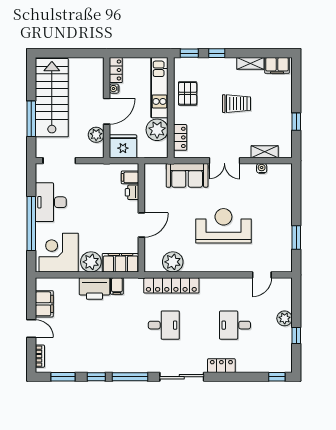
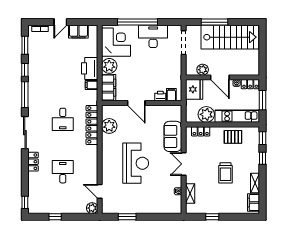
window: (137, 53) -> (263, 100), added
plant: (285, 318) -> (92, 208), moved

